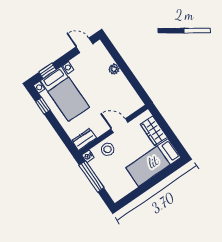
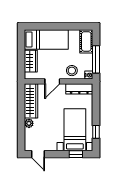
wardrobe: (127, 93) -> (31, 101), added
door: (119, 126) -> (52, 81), hinge flipped
dresser: (84, 139) -> (79, 89), width x1.44
cot: (113, 187) -> (86, 41), added

